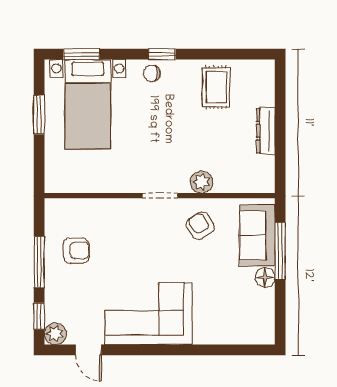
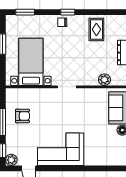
bed with nightstands: (88, 104) -> (31, 62), moved, turned 180
plant: (202, 182) -> (104, 80), moved
armchair: (200, 226) -> (88, 103), removed

